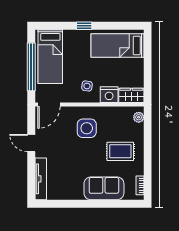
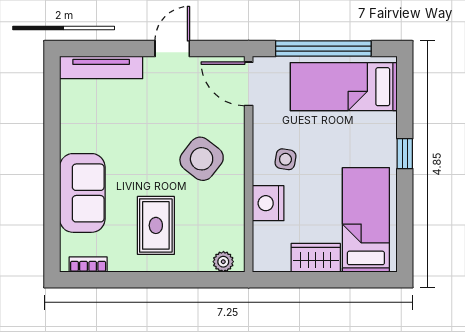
wardrobe: (131, 95) -> (316, 258), moved, turned -90
side table: (87, 128) -> (202, 159), turned 38

